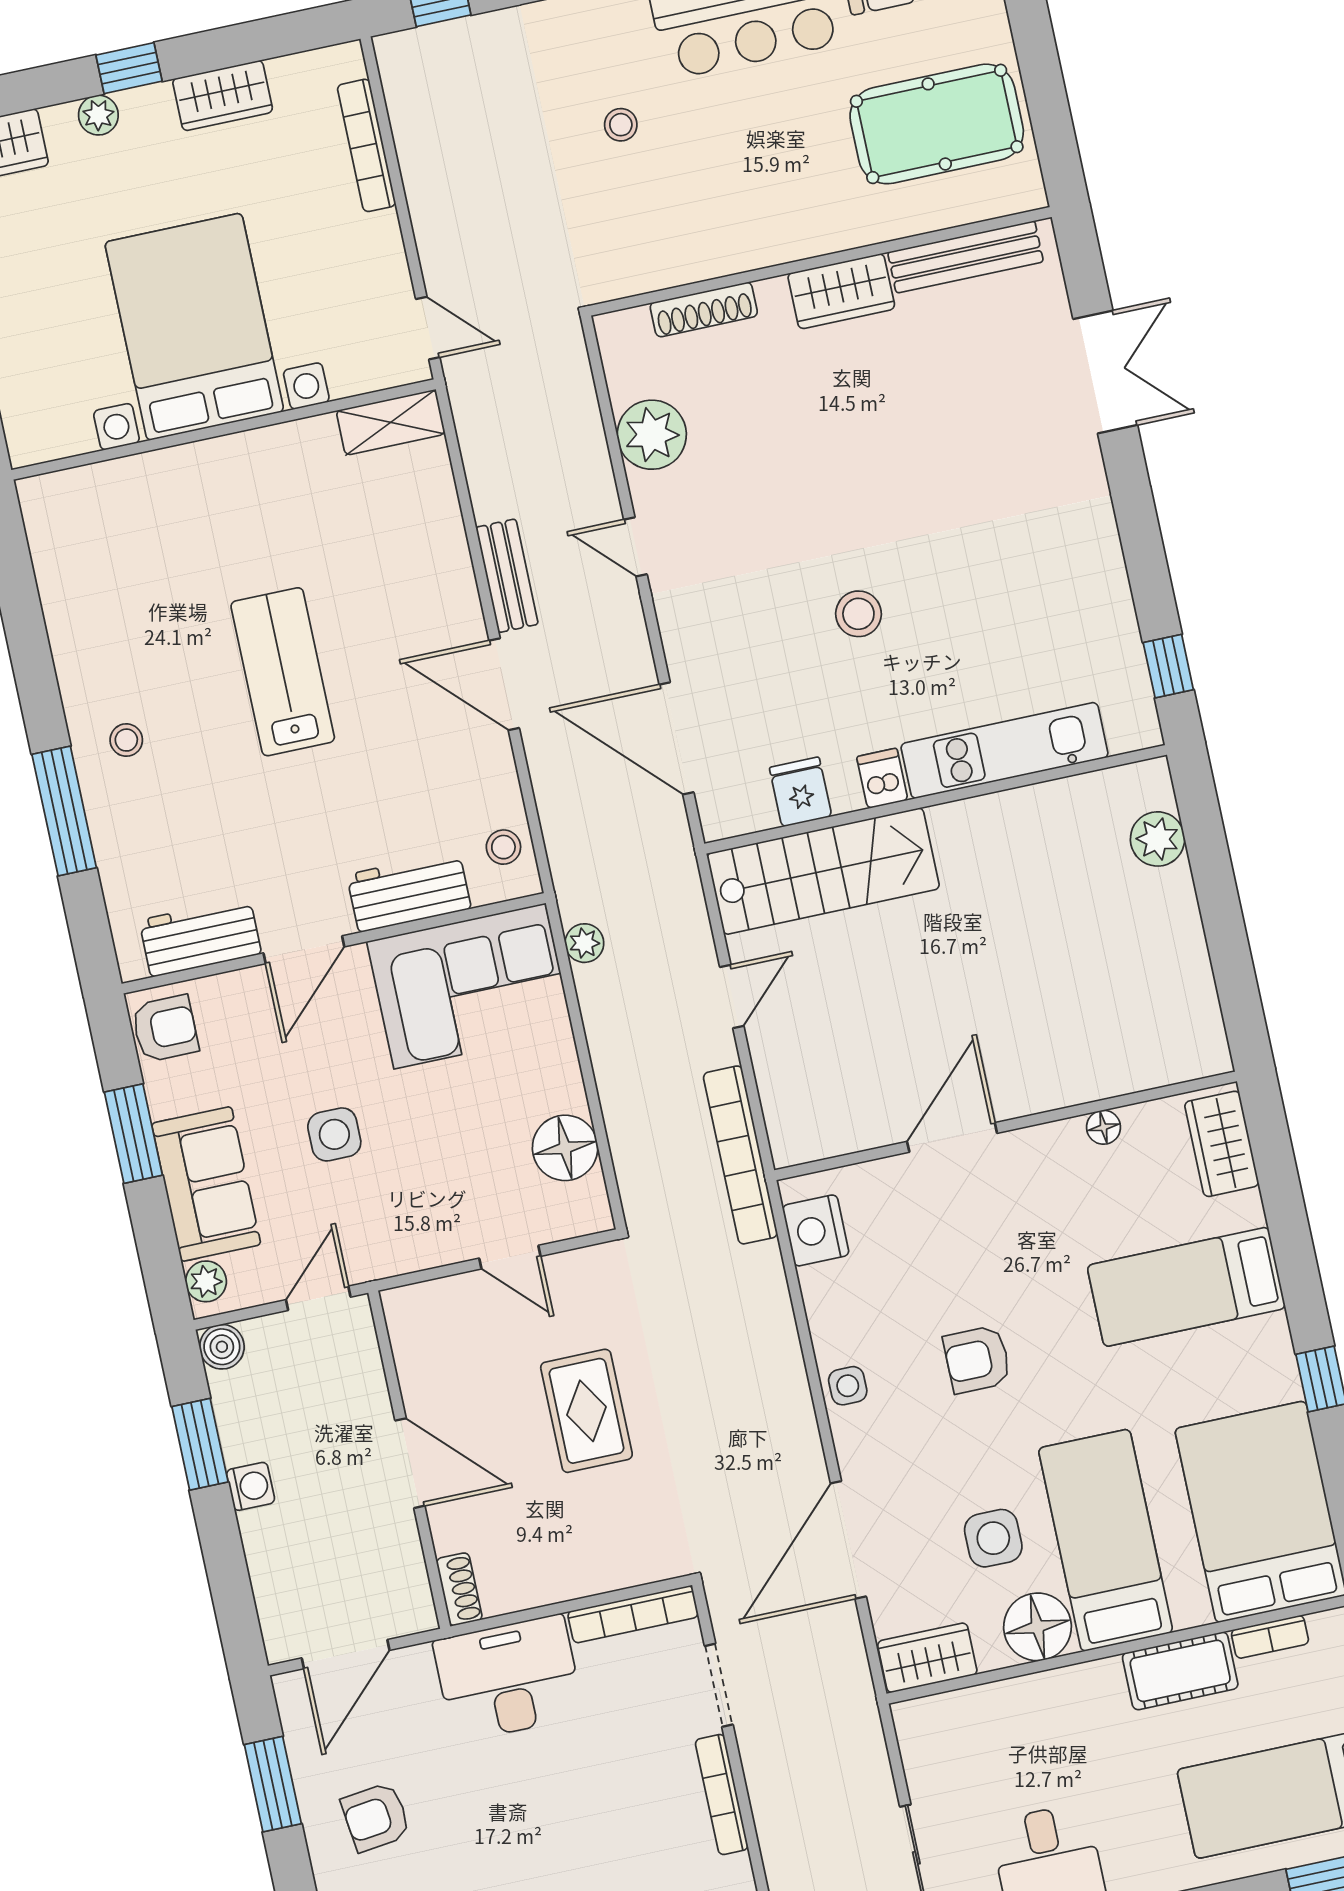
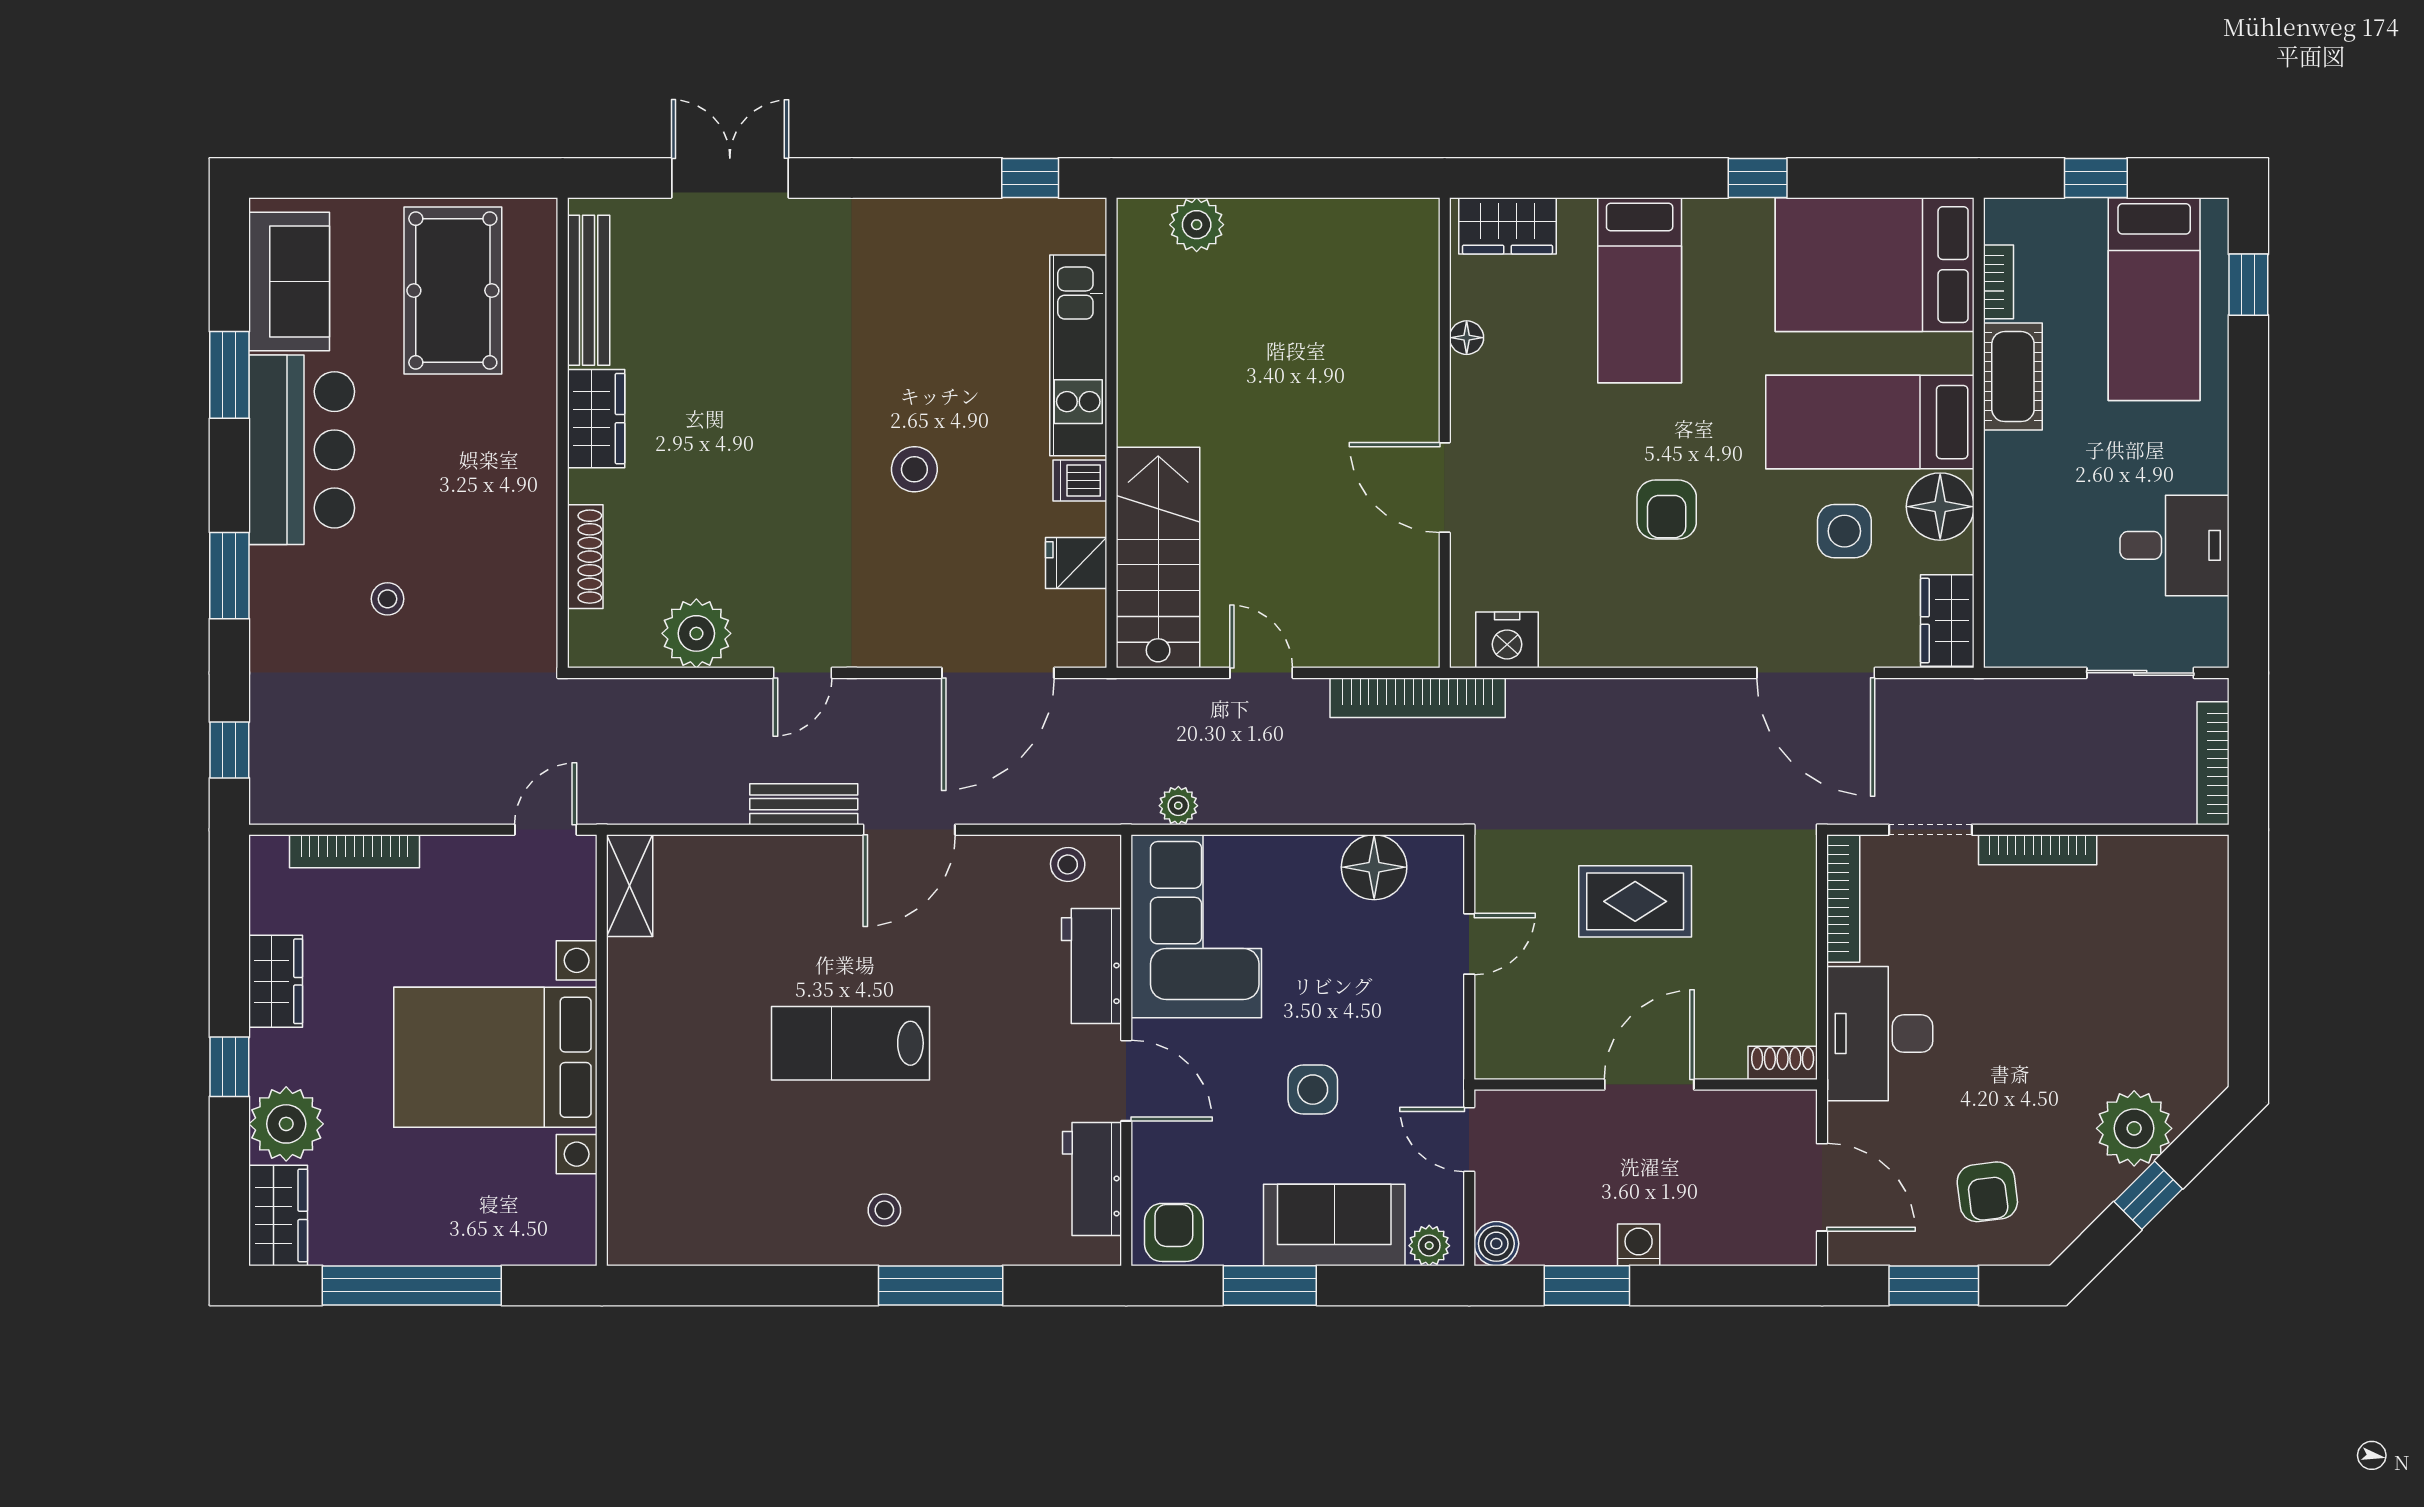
plant: (98, 115) -> (286, 1124), width x1.87, depth x1.87
side table: (848, 1386) -> (1665, 641), removed

